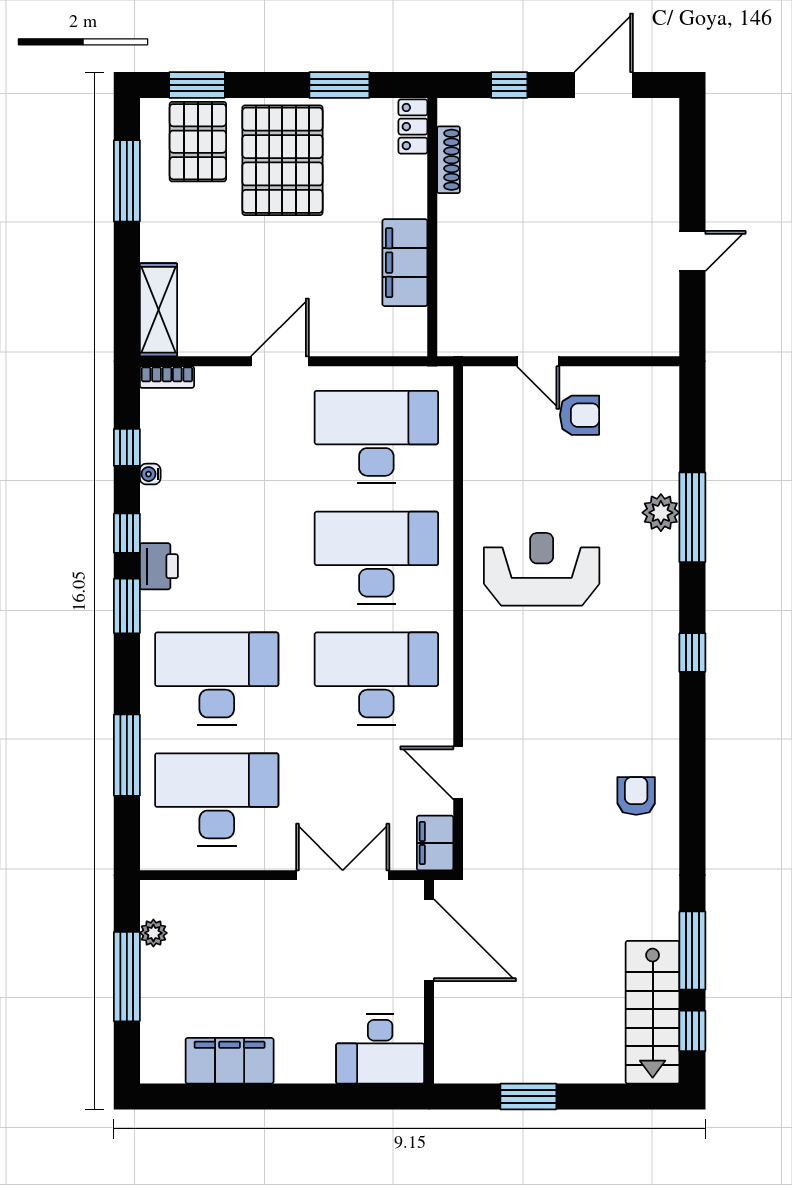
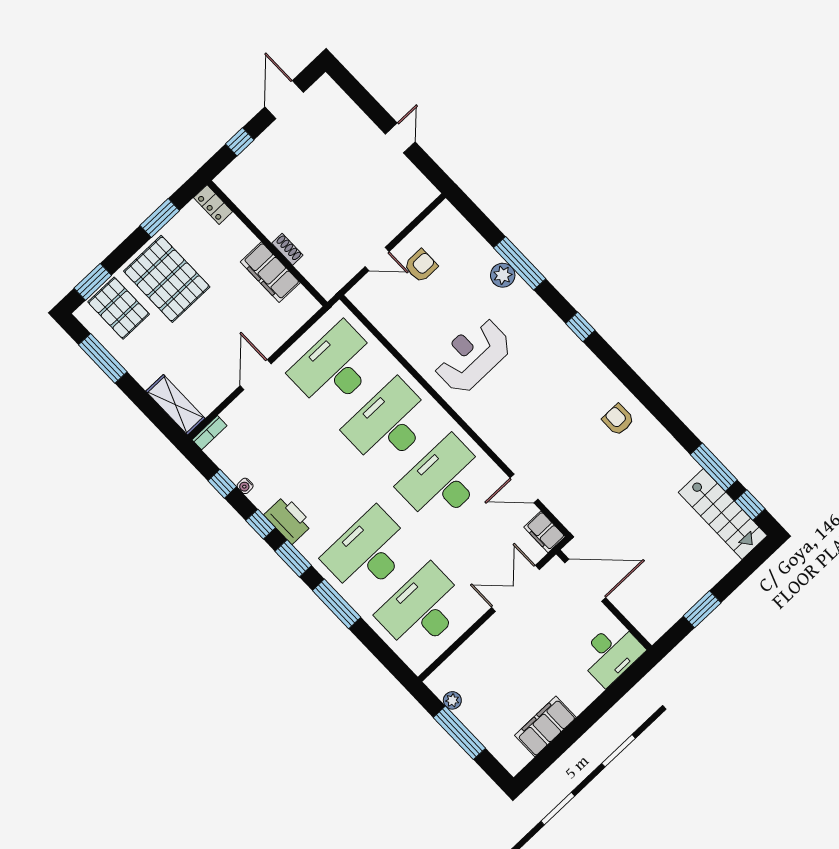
shoe rack: (449, 160) -> (287, 249), moved, width x0.70
printer: (159, 566) -> (288, 520), width x1.37, depth x1.19
window: (127, 755) -> (337, 604), moved

